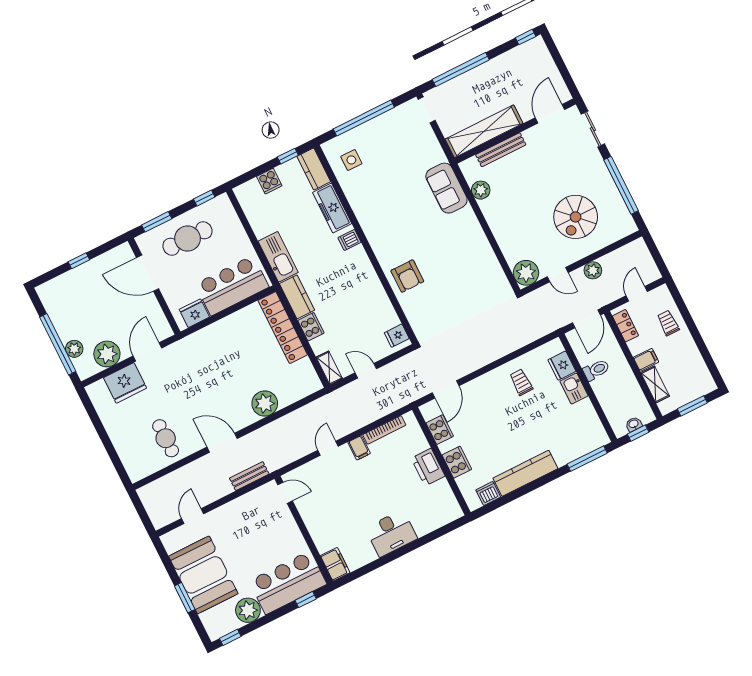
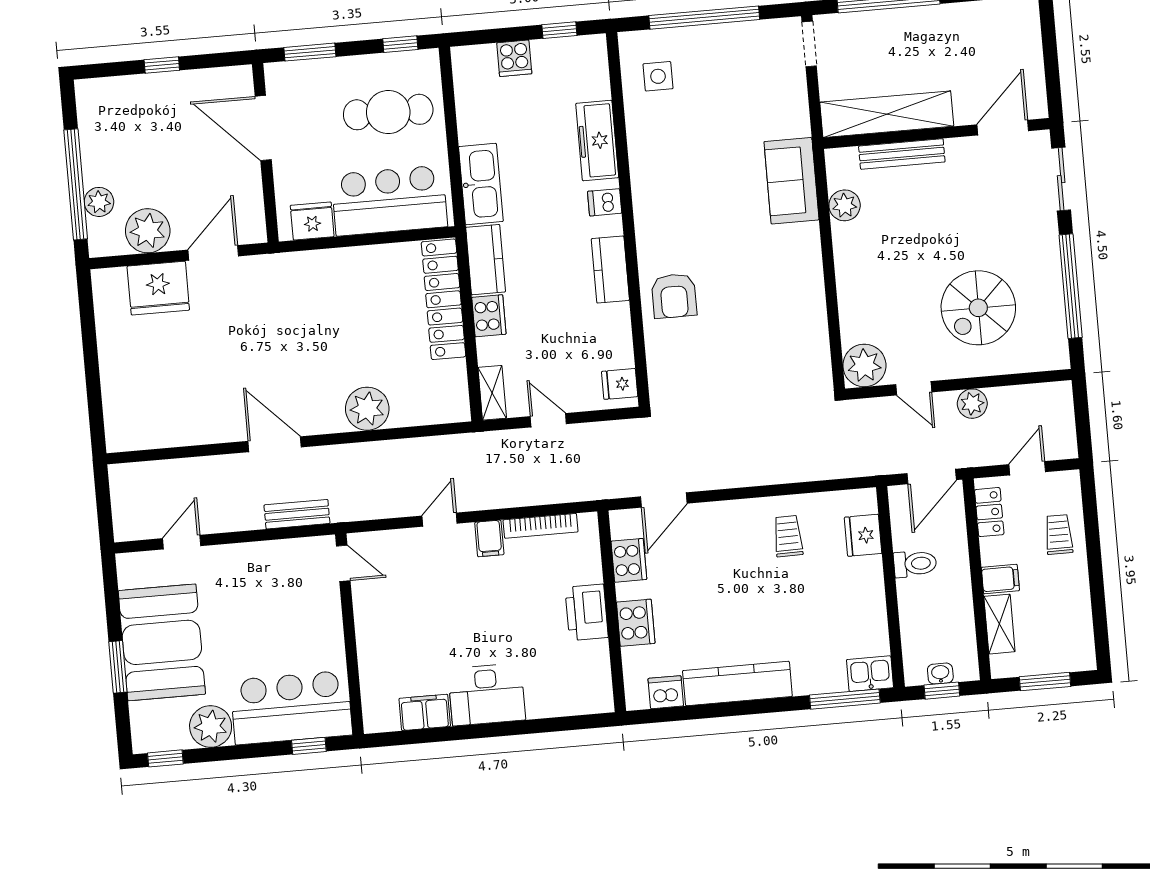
kitchen counter: (314, 169) -> (610, 270), moved
cafe table: (187, 239) -> (388, 112), moved
kitchen sink: (574, 389) -> (870, 674), moved, turned 90
cafe table: (166, 438) -> (188, 402), removed
filing cabinet: (335, 564) -> (425, 712), moved, turned -90

